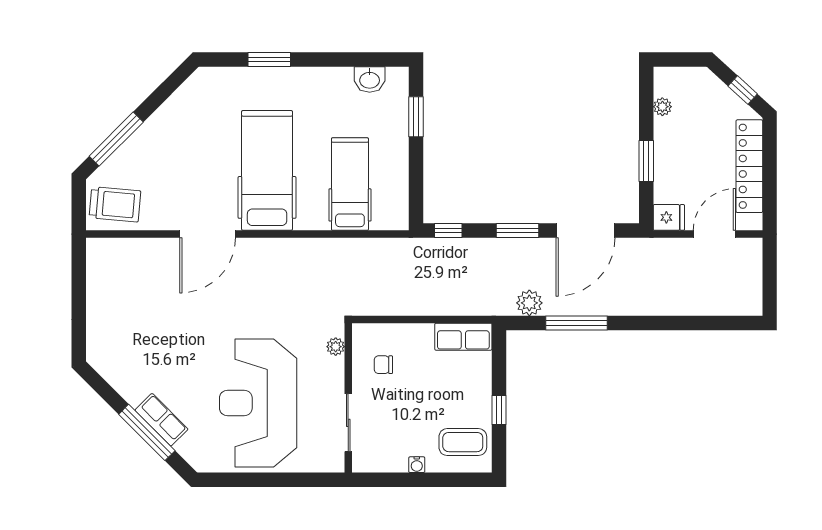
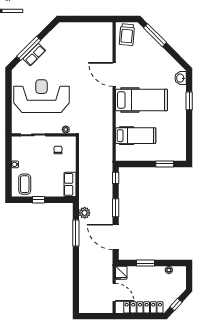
washbasin: (370, 80) -> (181, 78), moved

